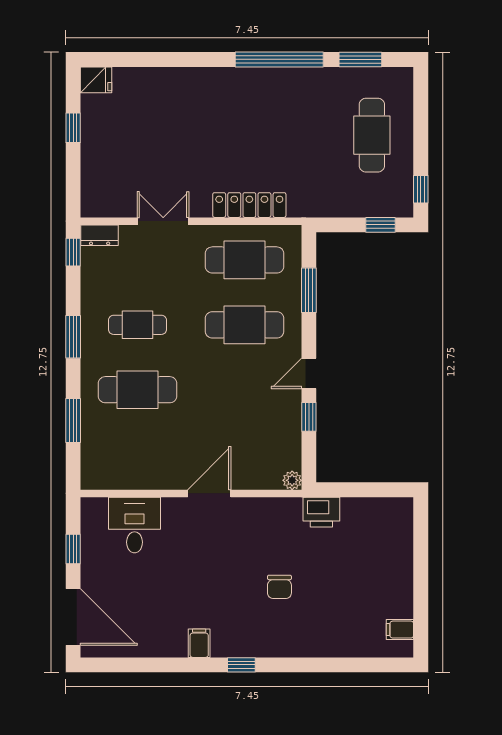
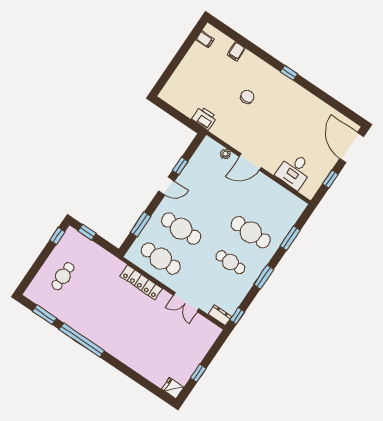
cafe table: (372, 135) -> (63, 276), width x0.73, depth x0.74
plant: (292, 480) -> (225, 154), moved
filing cabinet: (199, 643) -> (236, 51), moved

